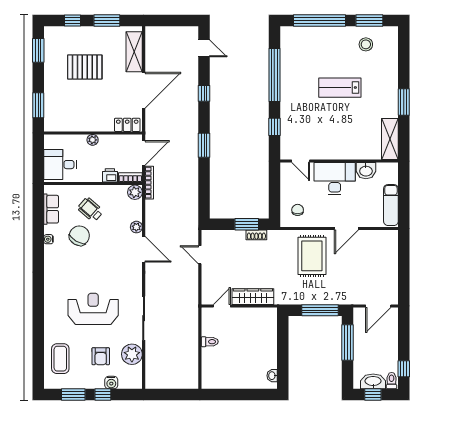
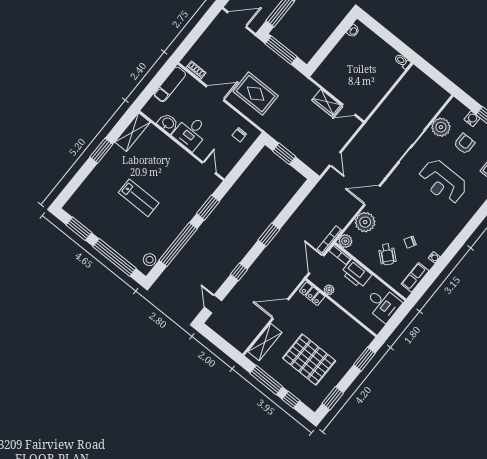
window: (107, 20) -> (266, 380), width x1.44
stool: (366, 44) -> (150, 260), moved
pallet: (85, 67) -> (309, 360), width x1.37, depth x1.41
door: (144, 90) -> (280, 309), width x0.73
window: (274, 127) -> (208, 207), width x1.50
plant: (93, 140) -> (329, 290), moved
door: (144, 153) -> (316, 264), hinge flipped
printer: (110, 175) -> (356, 274), width x1.87, depth x1.48
desk: (335, 179) -> (191, 133), width x0.73
plant: (136, 227) -> (365, 222), width x1.88, depth x1.88
shoe rack: (256, 235) -> (196, 70), moved
chair: (79, 236) -> (410, 242), width x0.54, depth x0.54
door: (144, 249) -> (372, 195), hinge flipped
rug: (312, 256) -> (256, 94), turned 90
wardrobe: (253, 297) -> (326, 103), width x0.67
toilet: (210, 342) -> (402, 61), moved

